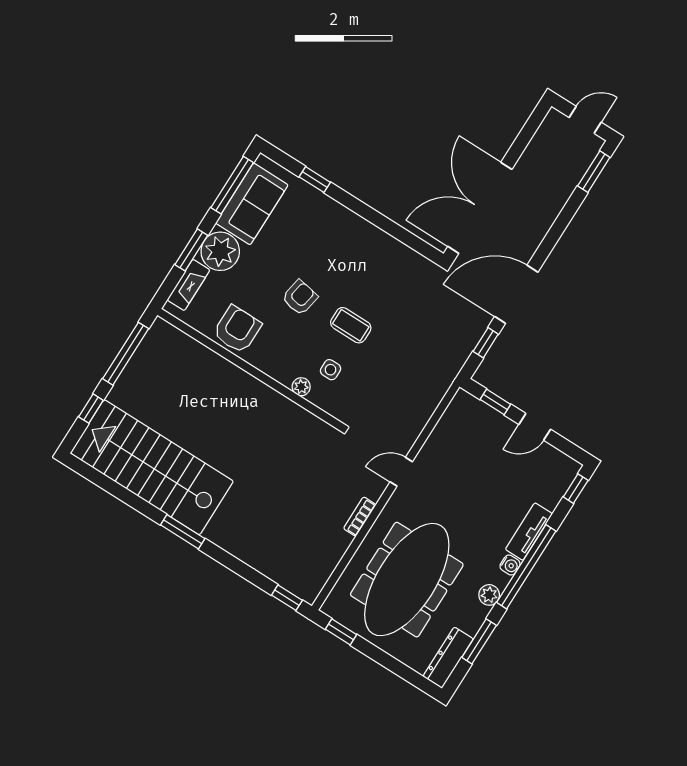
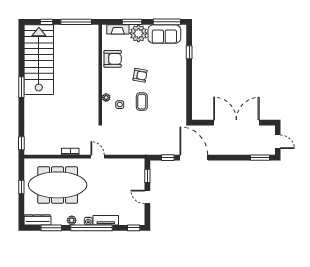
double door: (480, 208) -> (236, 123), moved
window: (341, 632) -> (21, 187), moved

